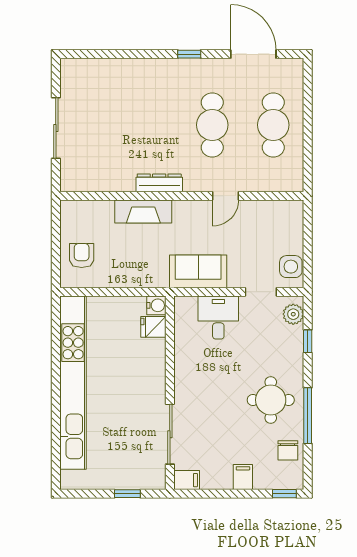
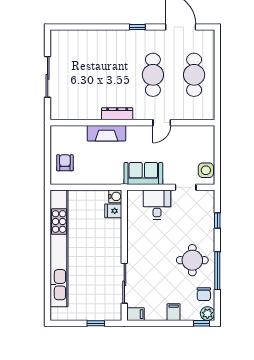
plant: (293, 314) -> (207, 314), moved

